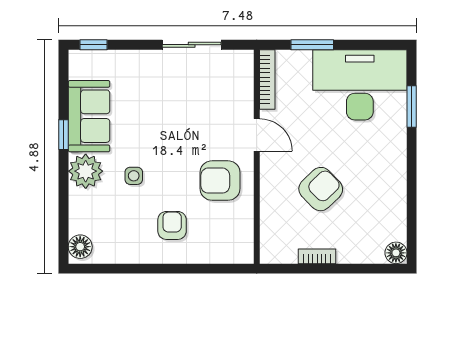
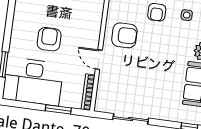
side table: (134, 176) -> (187, 15), moved
armchair: (321, 189) -> (49, 39), moved, turned 134

